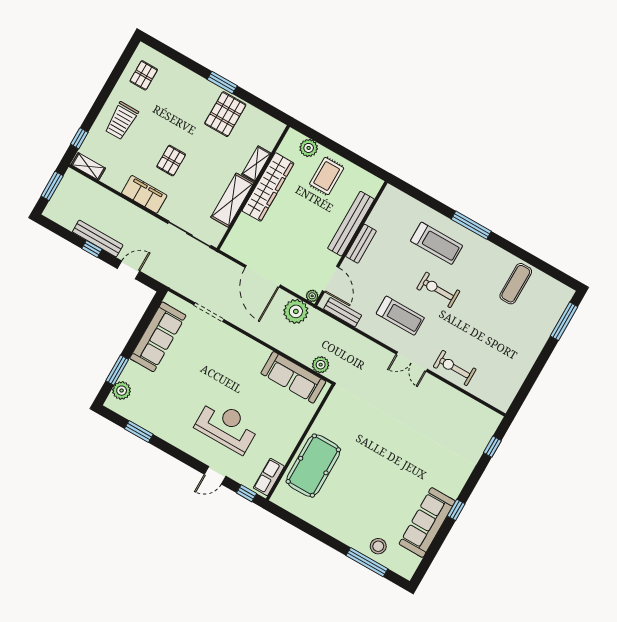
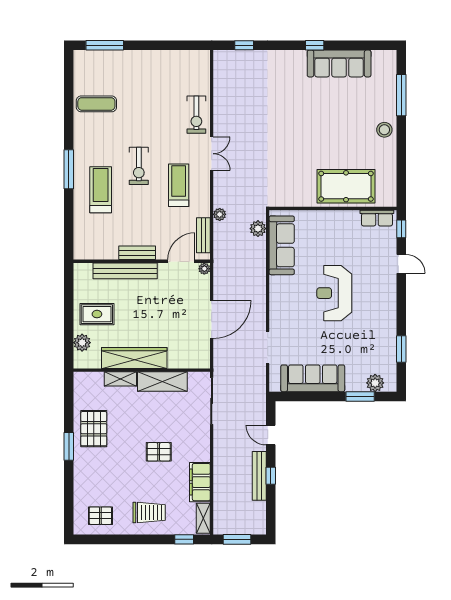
pallet: (225, 114) -> (94, 429), turned 90
filing cabinet: (144, 194) -> (200, 482), moved
plant: (296, 311) -> (220, 214), moved, width x0.53, depth x0.53
reception desk: (227, 426) -> (334, 293), moved
stool: (378, 546) -> (384, 130), moved

